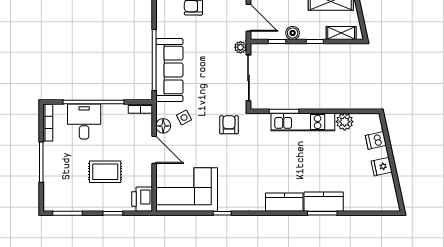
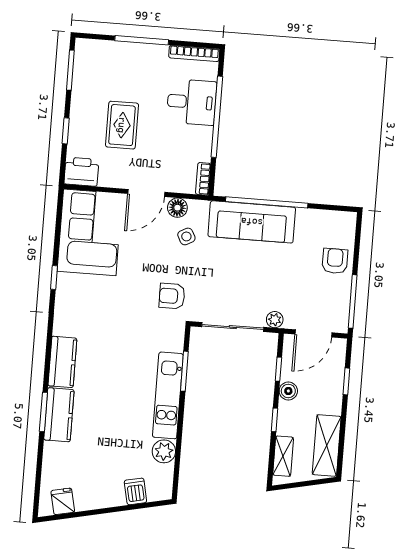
armchair: (229, 125) -> (172, 296), turned 180
fridge: (382, 167) -> (63, 501), moved

